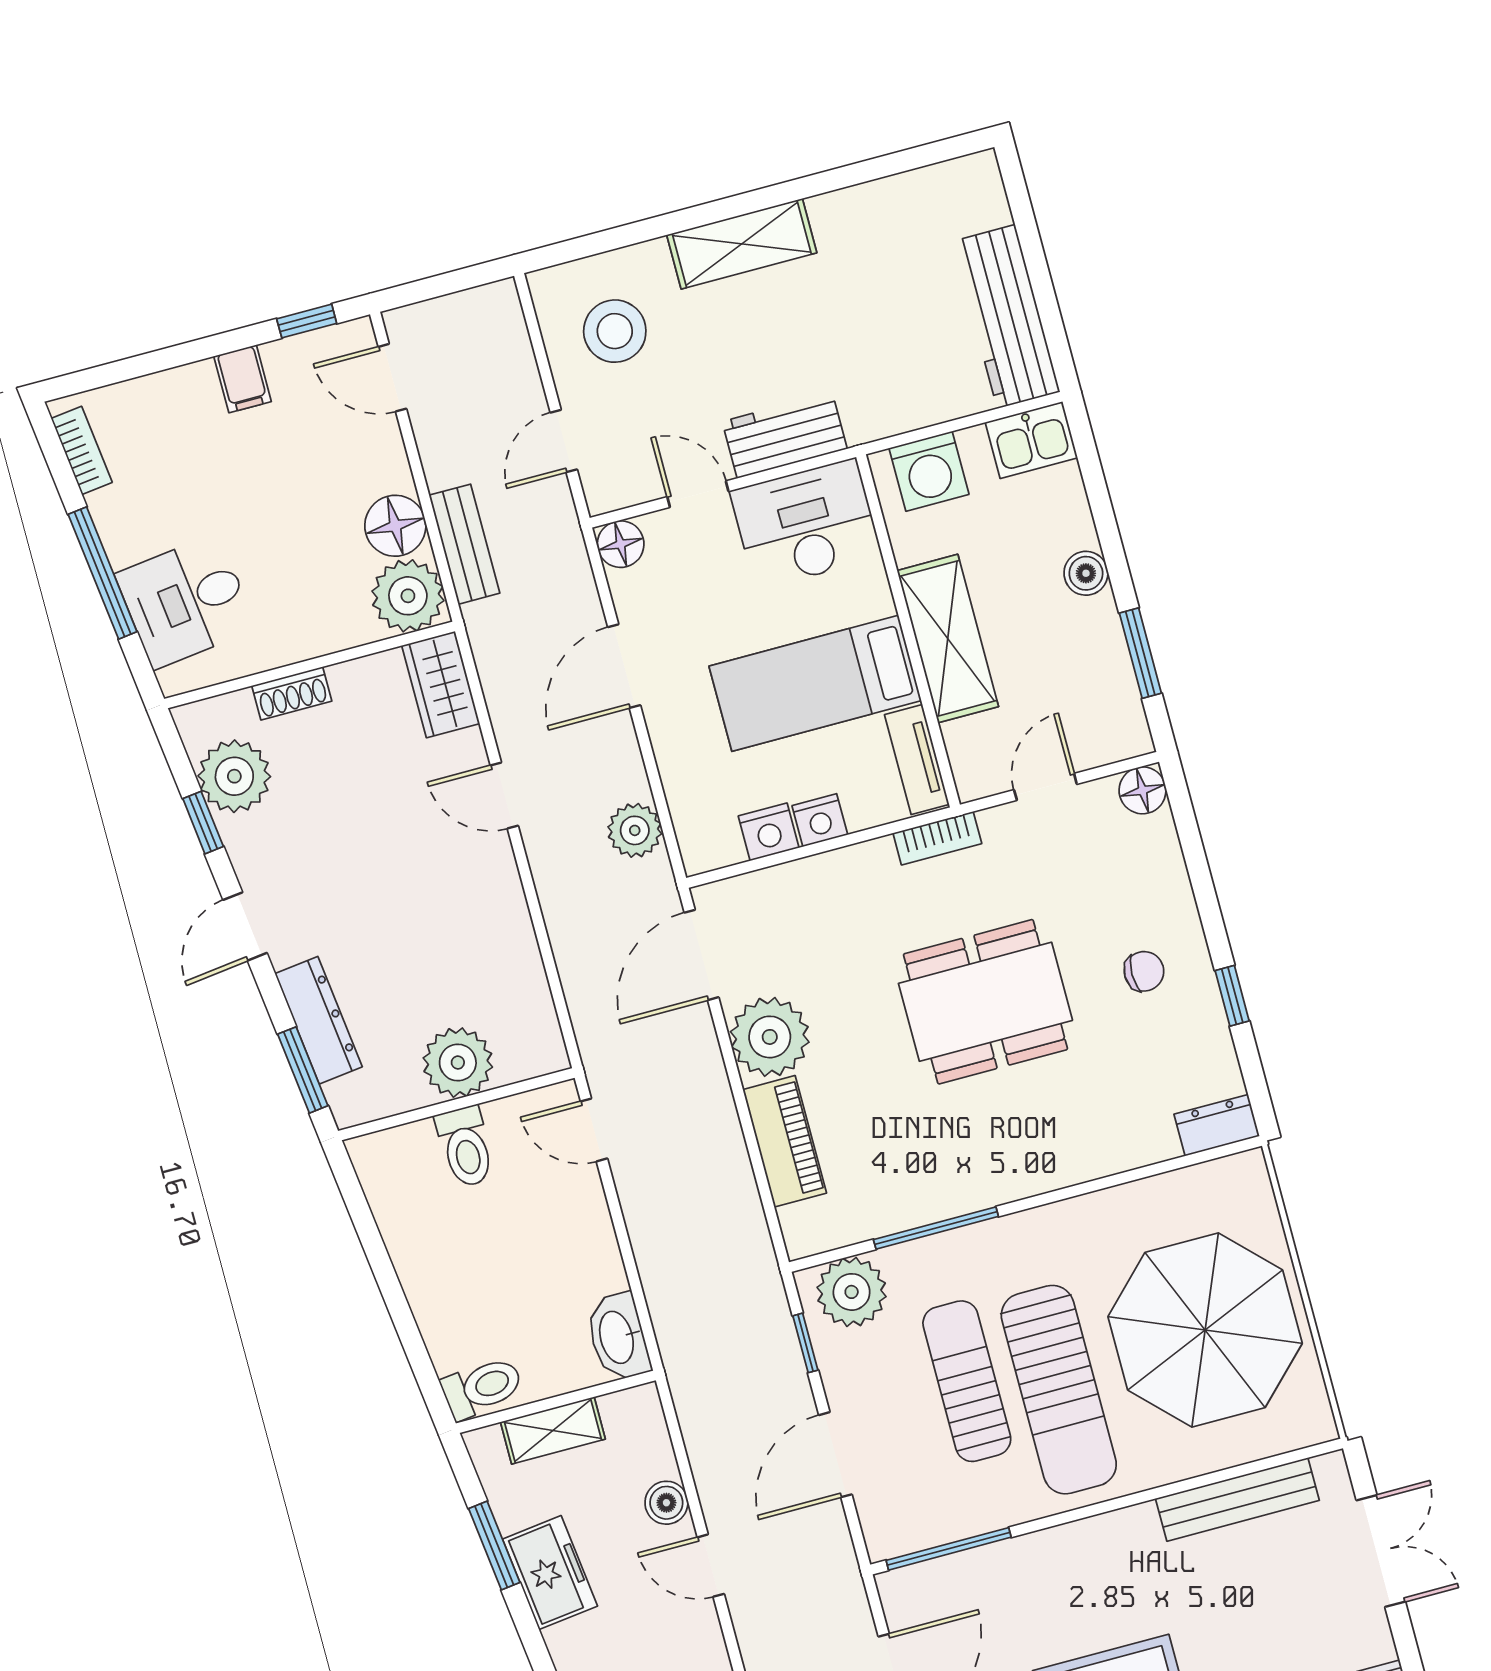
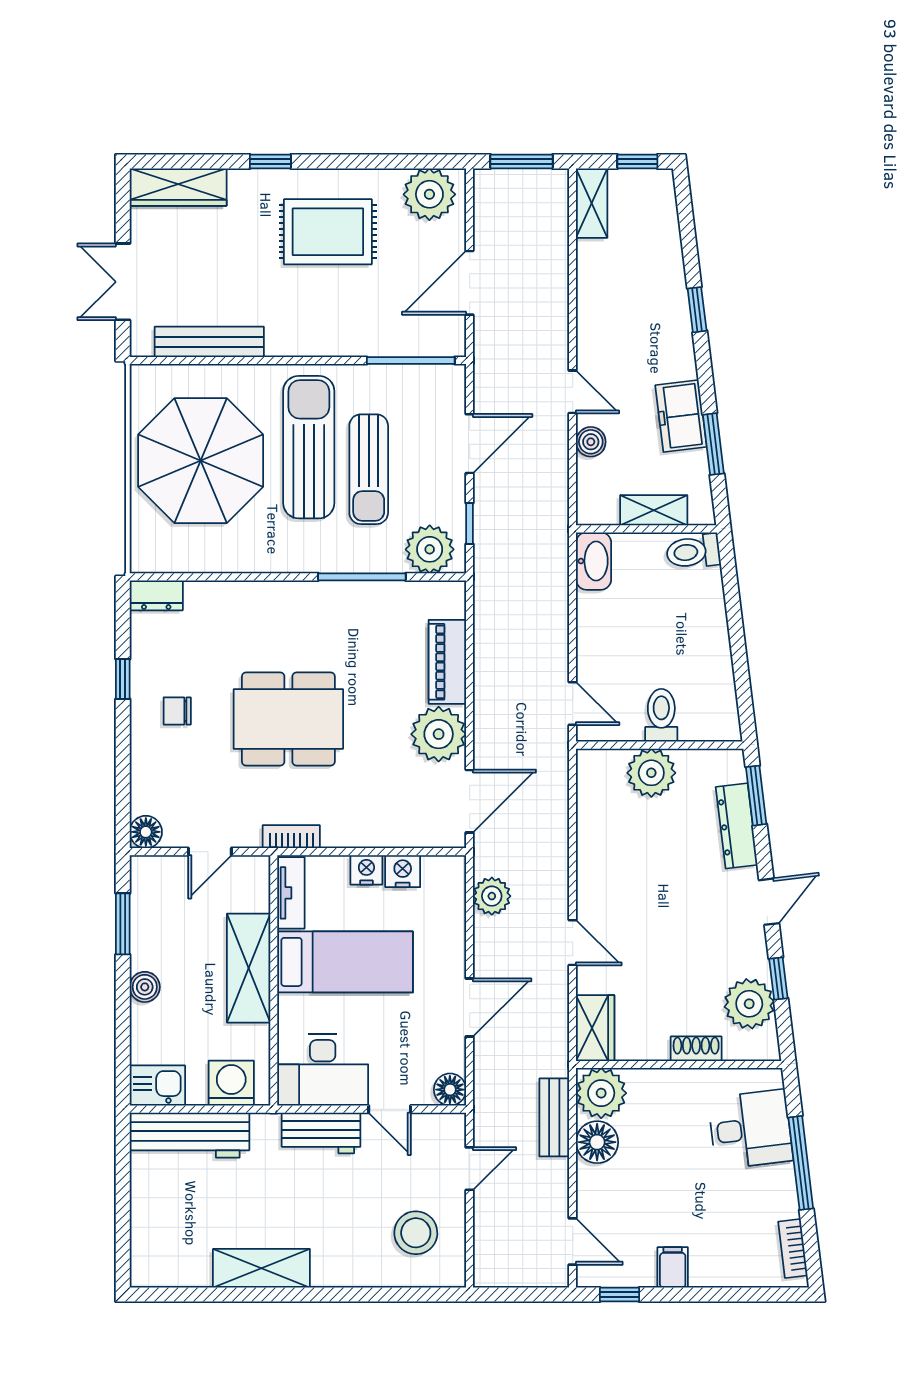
shelving: (742, 244) -> (261, 1268), moved
workbench: (1006, 317) -> (189, 1135), moved, turned 90

